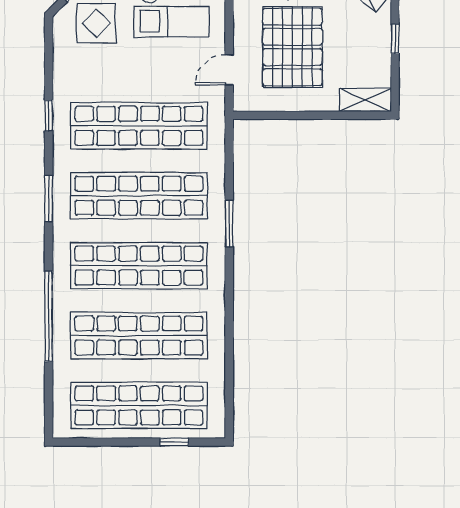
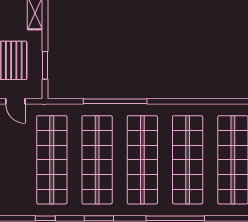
window: (285, 115) -> (45, 65), added
window: (229, 224) -> (115, 101), width x2.11

